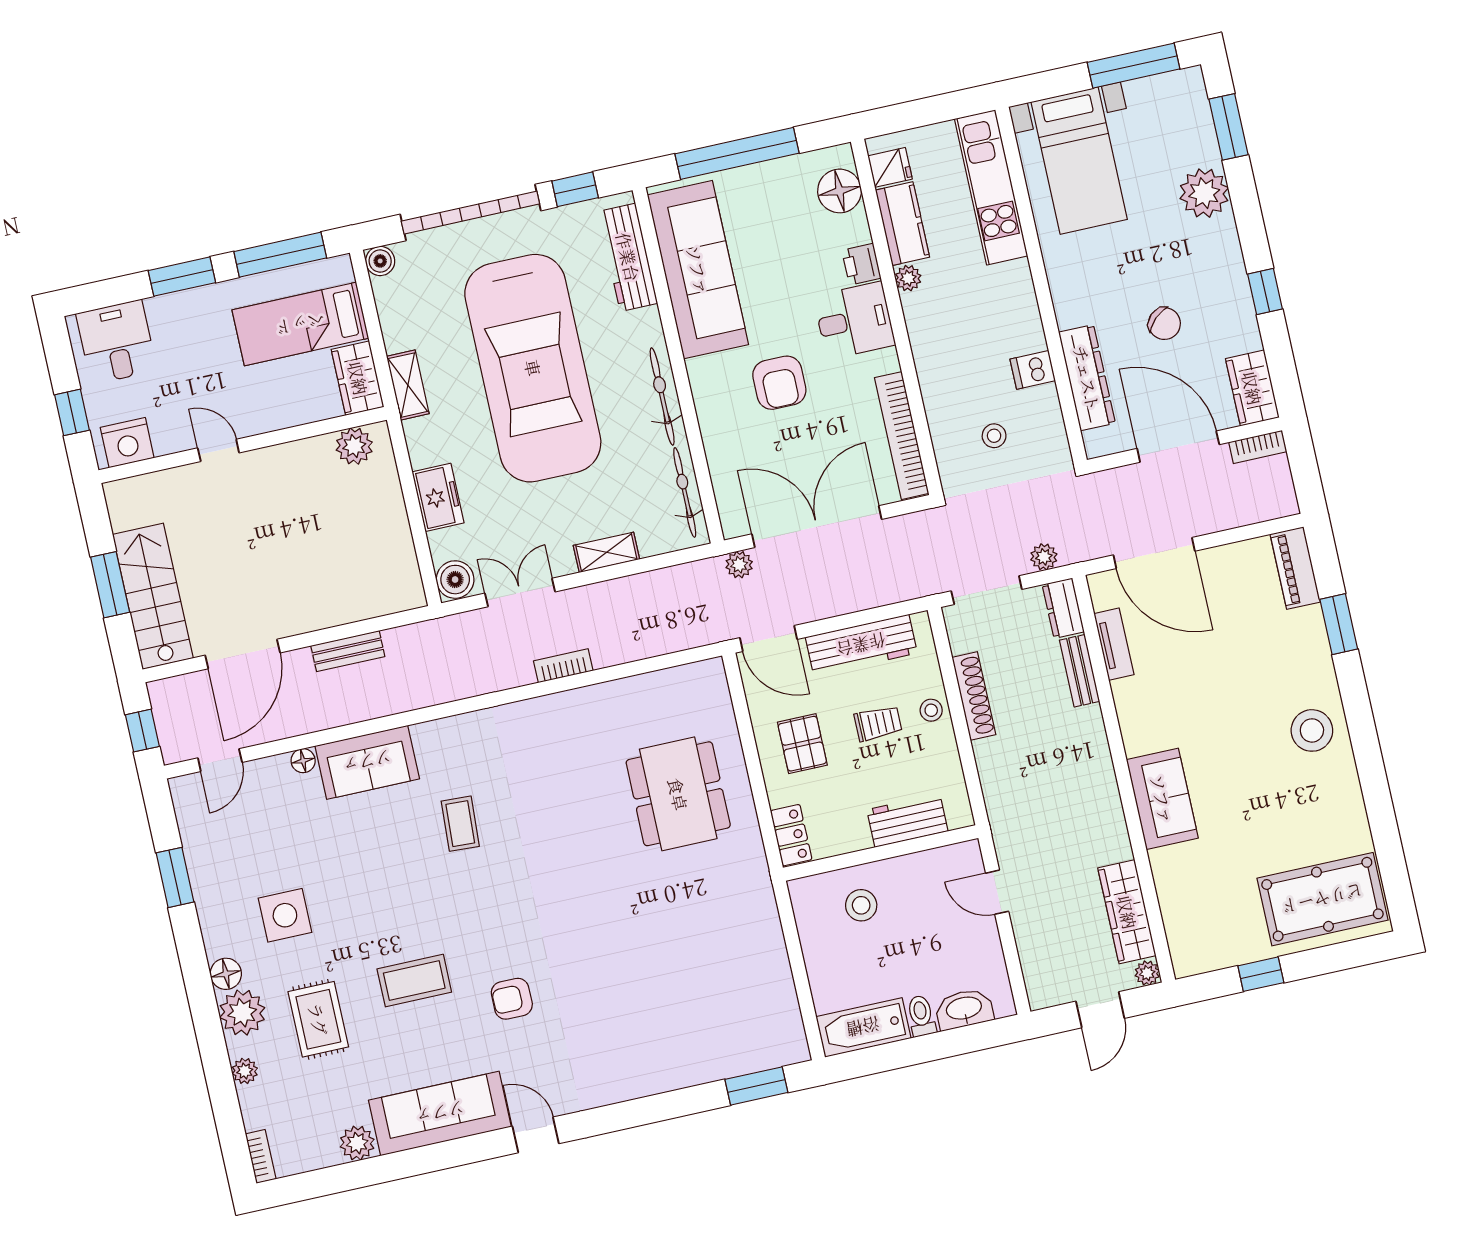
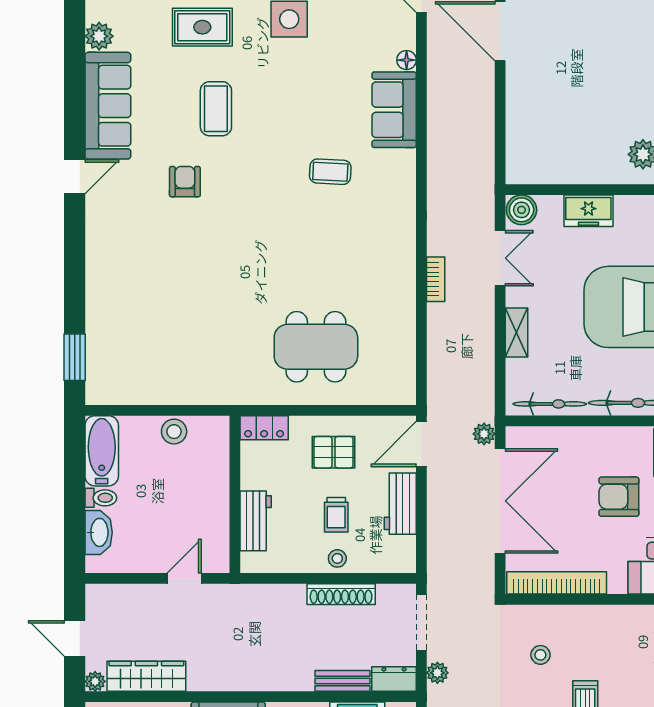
workbench: (861, 645) -> (400, 504), width x0.73
bench: (348, 651) -> (484, 114), removed
stool: (861, 905) -> (174, 432), moved

